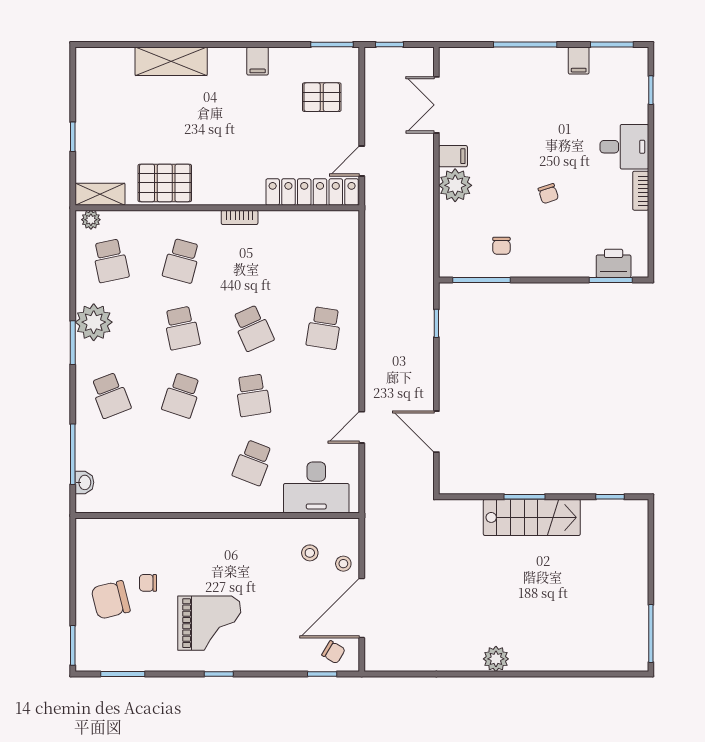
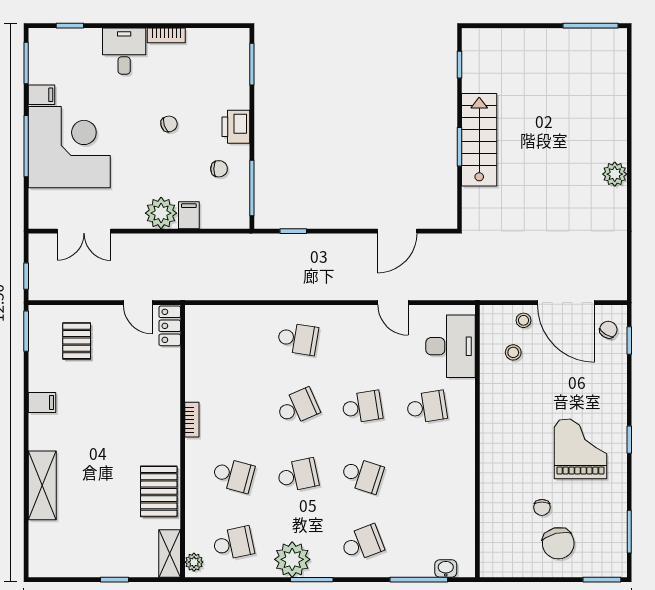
corner desk: (524, 89) -> (69, 147), added
filing cabinet: (453, 156) -> (189, 215), moved
locker: (312, 192) -> (170, 326), width x0.46, depth x0.83
printer: (614, 263) -> (236, 127), moved
school desk: (253, 463) -> (427, 407), turned -30

